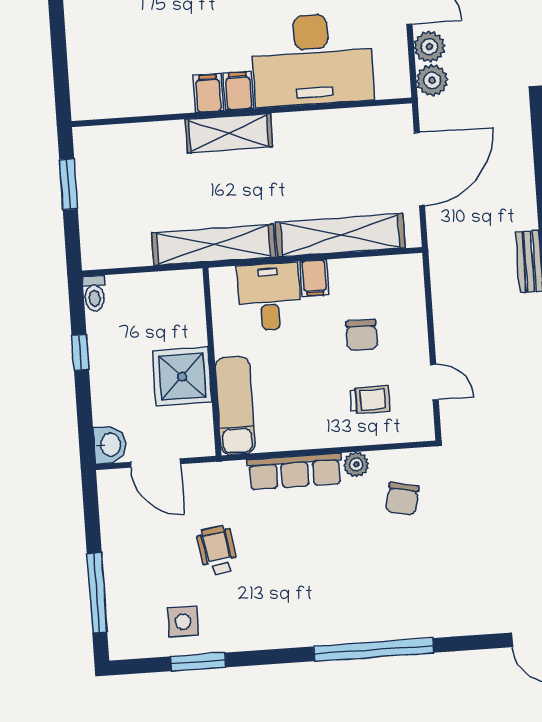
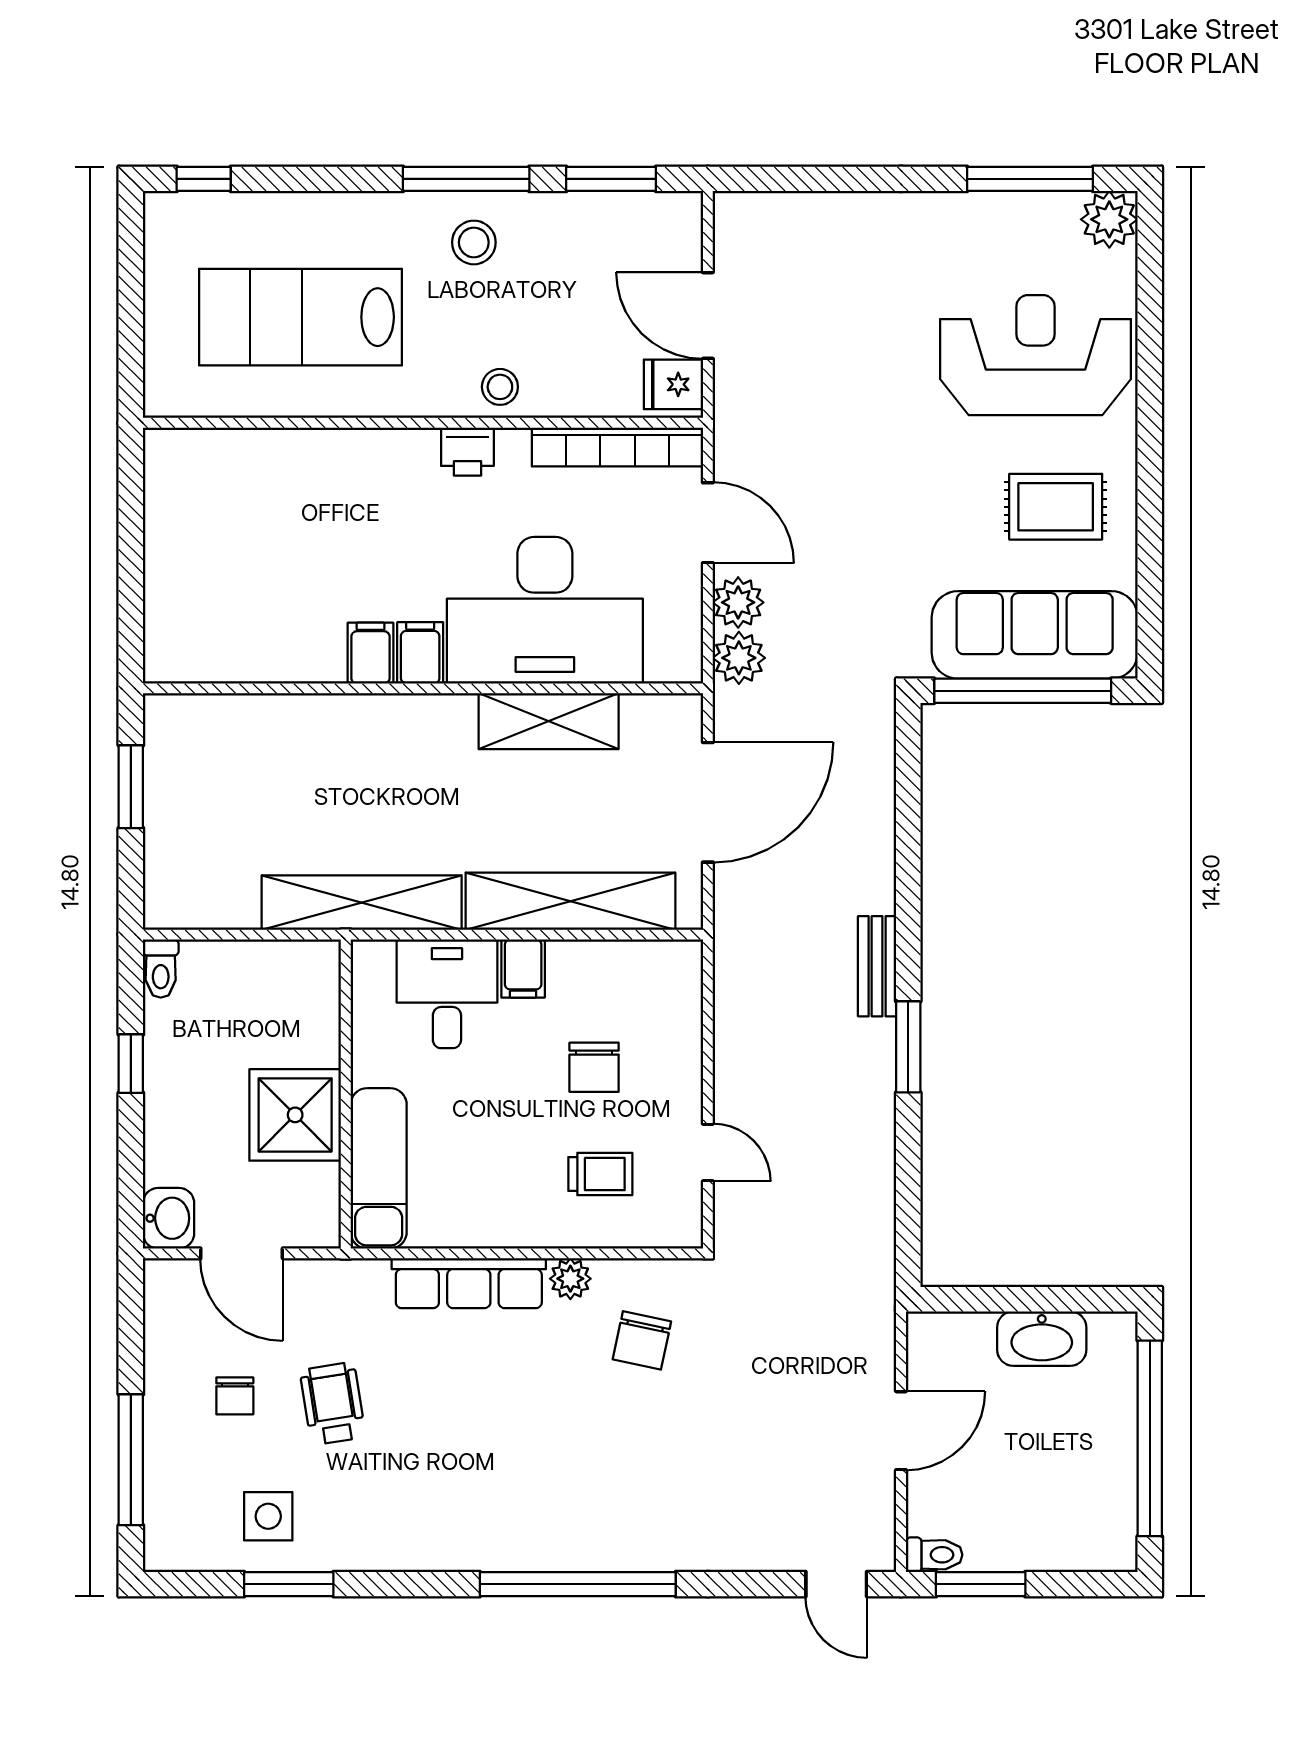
shelving: (229, 133) -> (549, 721), moved
chair: (157, 550) -> (235, 1396), added

